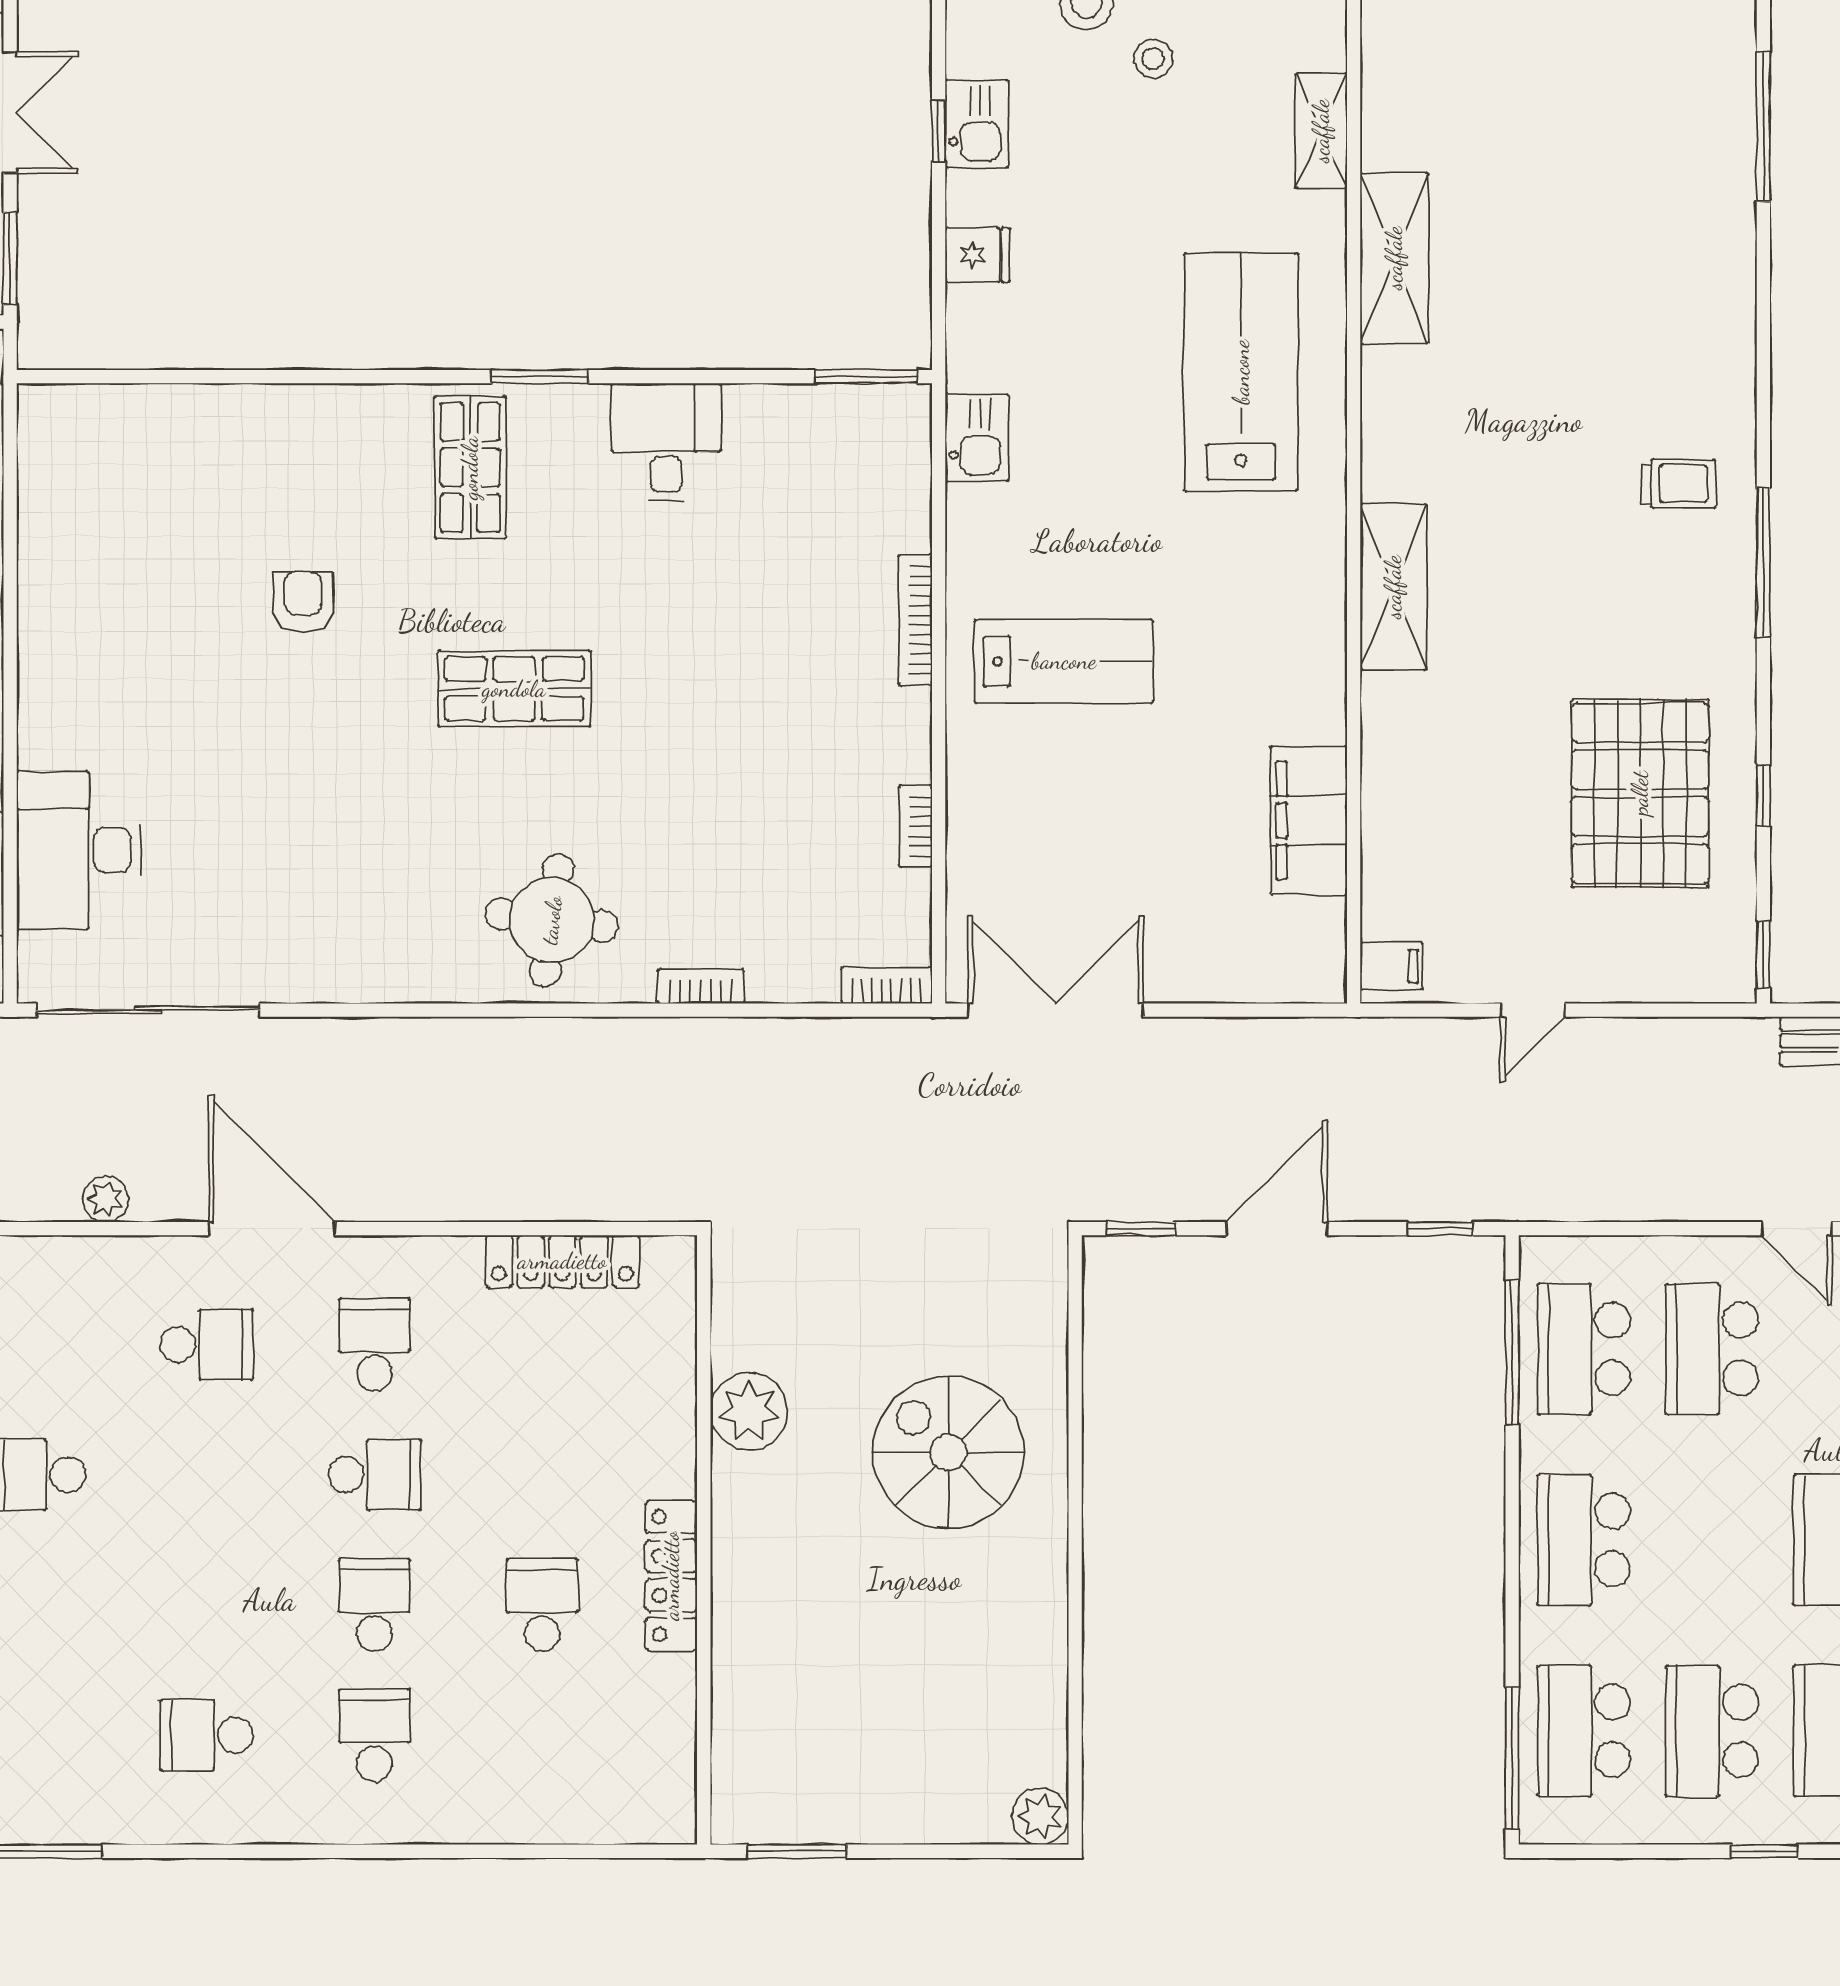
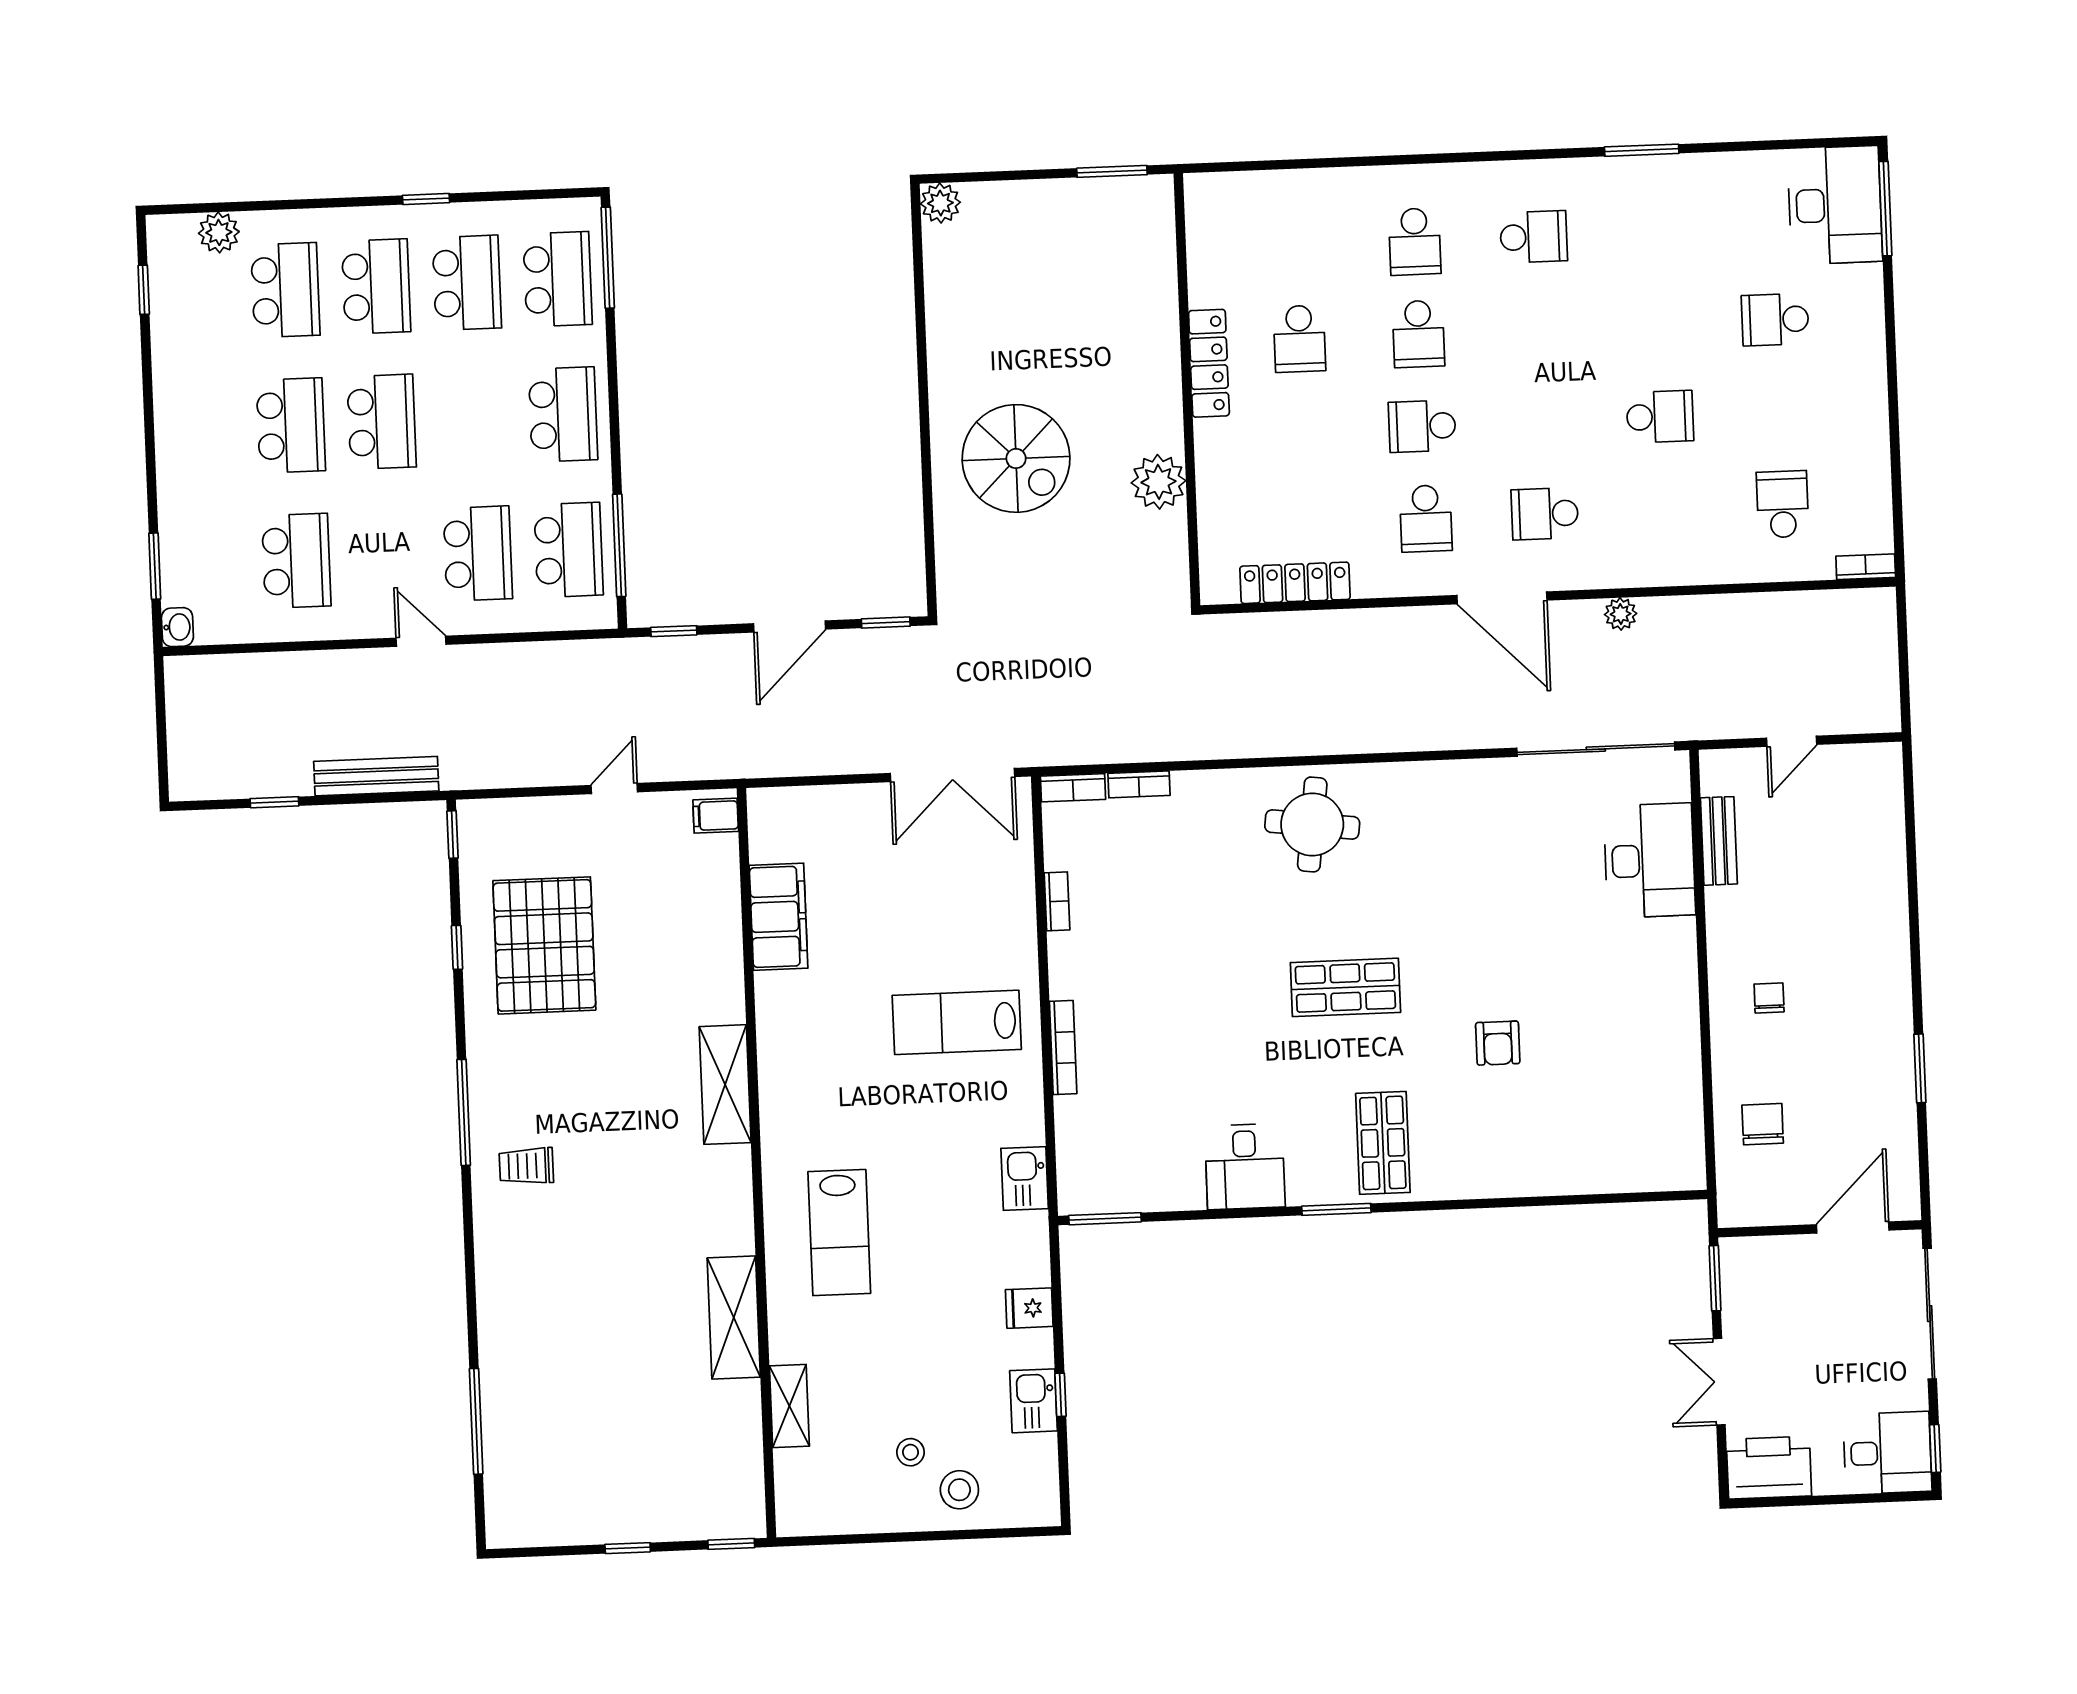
lab bench: (1241, 372) -> (839, 1233), width x0.73, depth x0.72
bookcase: (701, 986) -> (1139, 784), moved

